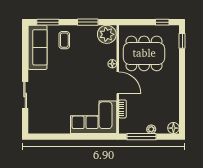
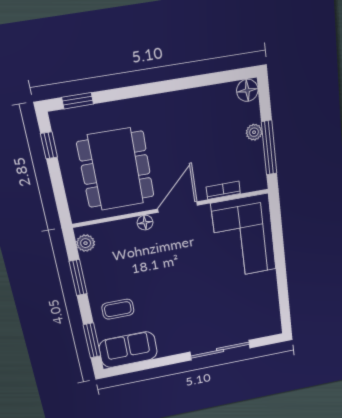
plant: (107, 34) -> (86, 243), width x0.53, depth x0.53
sofa: (37, 47) -> (128, 350), width x0.73
sliding door: (25, 95) -> (220, 350), width x1.37

